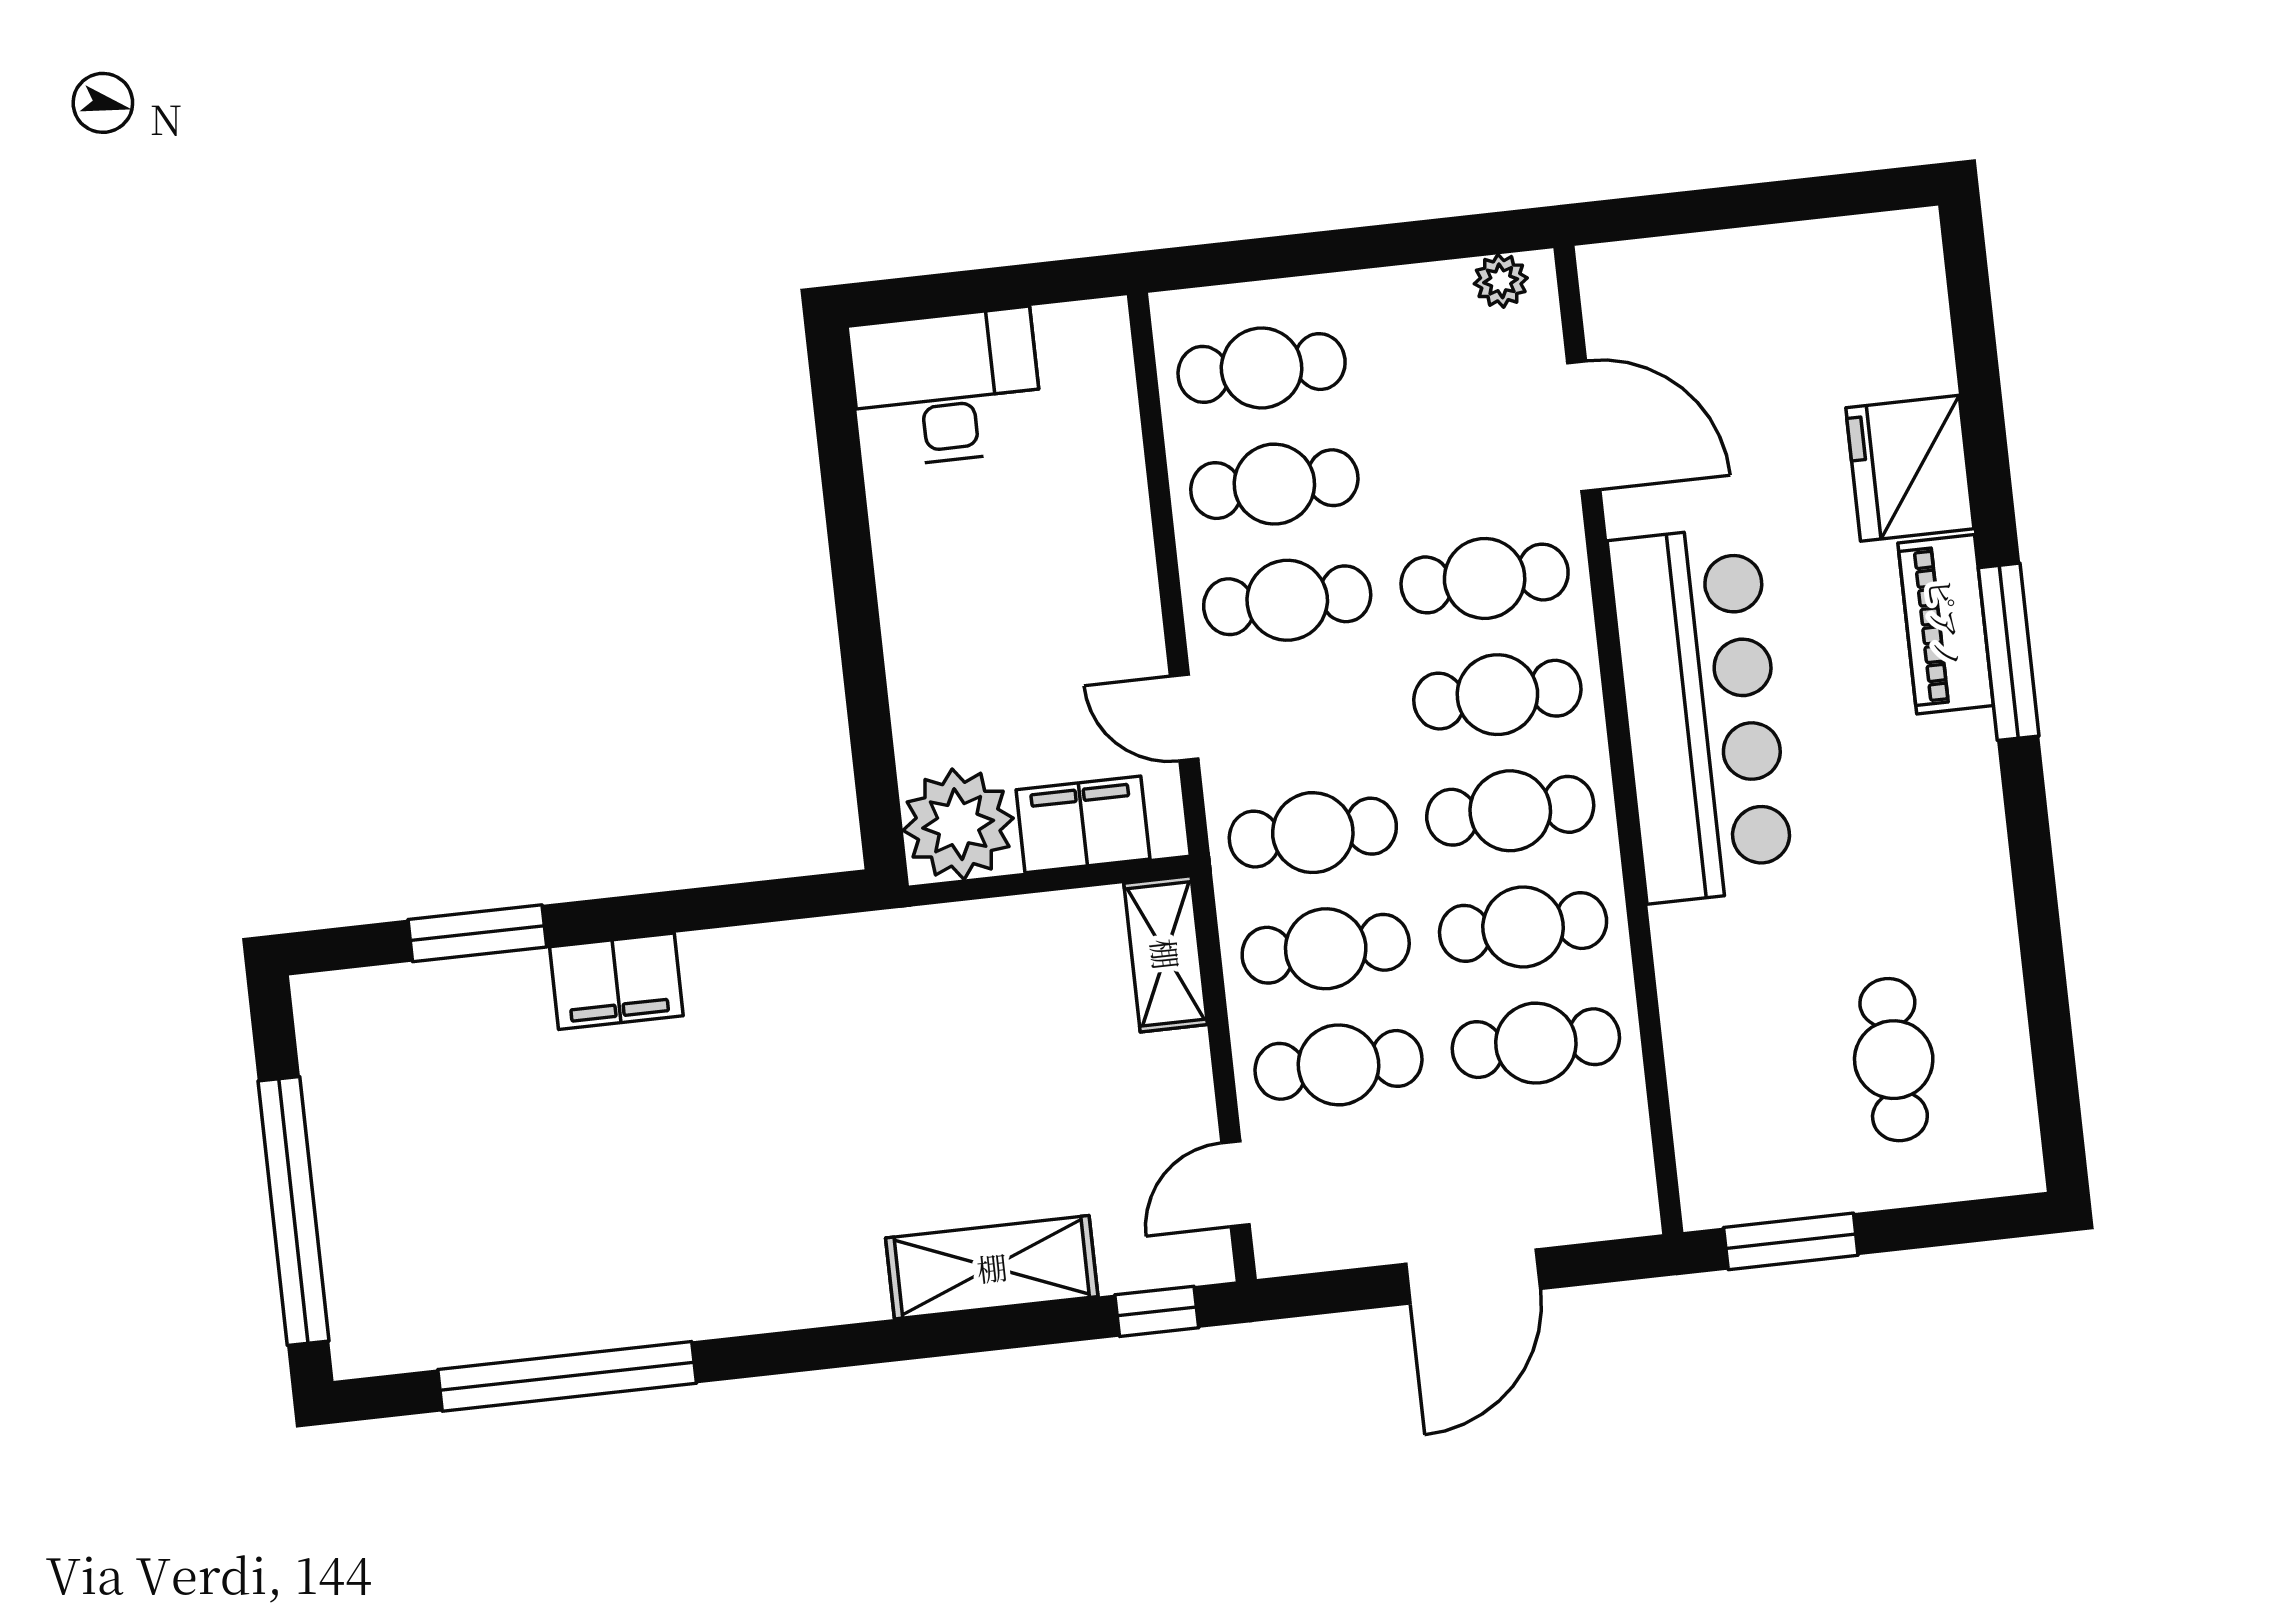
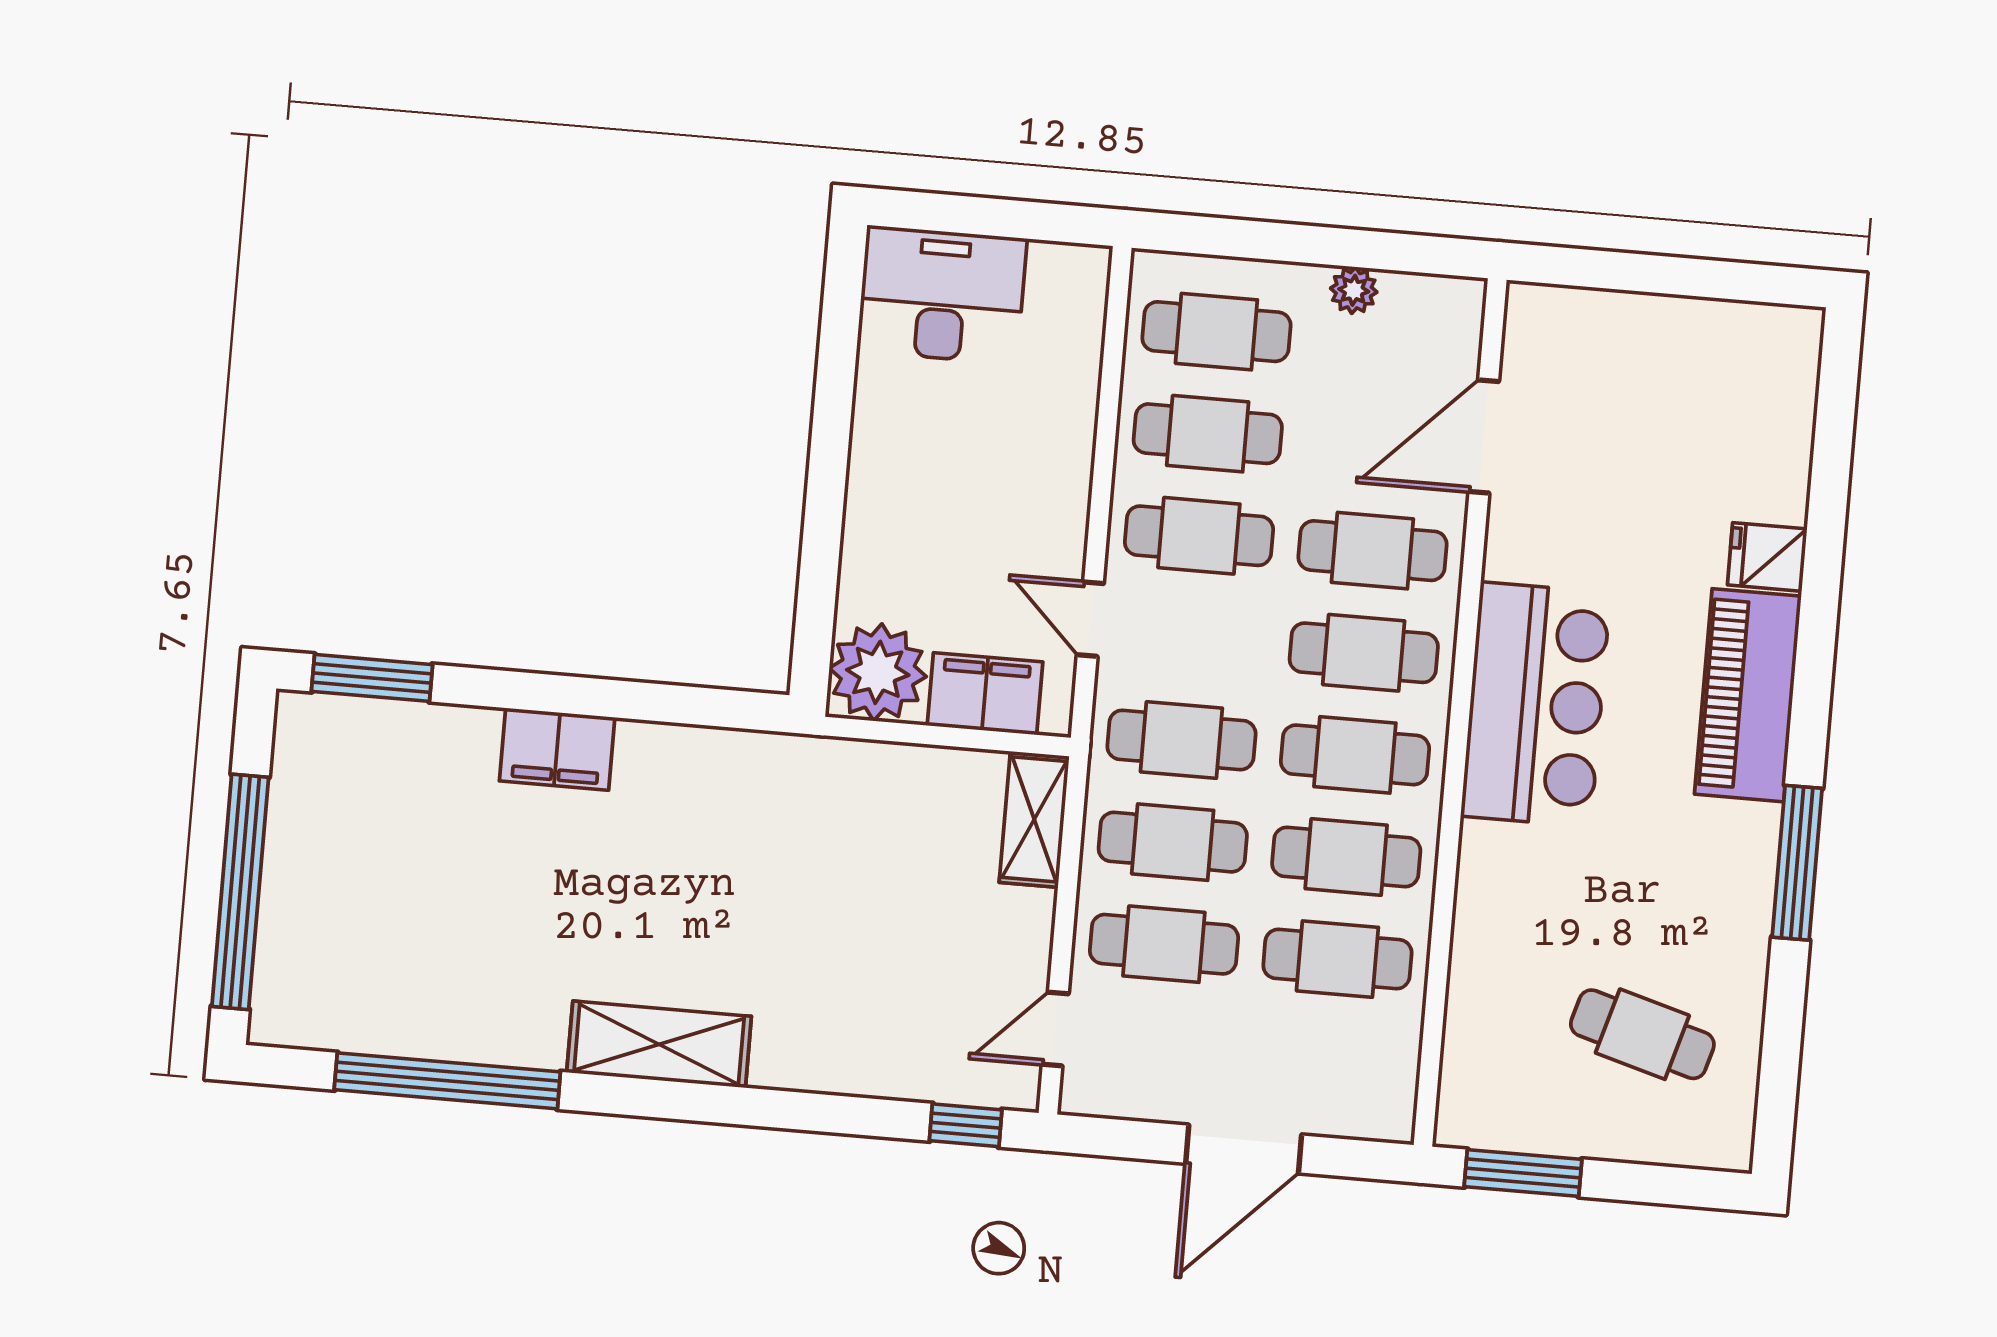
plant: (1501, 281) -> (1354, 290), moved
door: (1584, 426) -> (1484, 436), swing flipped
fridge: (1910, 468) -> (1767, 557), width x0.53, depth x0.75
piano: (1946, 624) -> (1748, 695), width x1.37, depth x1.33
window: (2009, 652) -> (1797, 863), moved
bar counter: (1701, 714) -> (1536, 704), width x0.73
window: (477, 933) -> (372, 678), moved
cafe table: (1894, 1060) -> (1642, 1034), turned -74
shelving: (992, 1267) -> (659, 1044), moved

